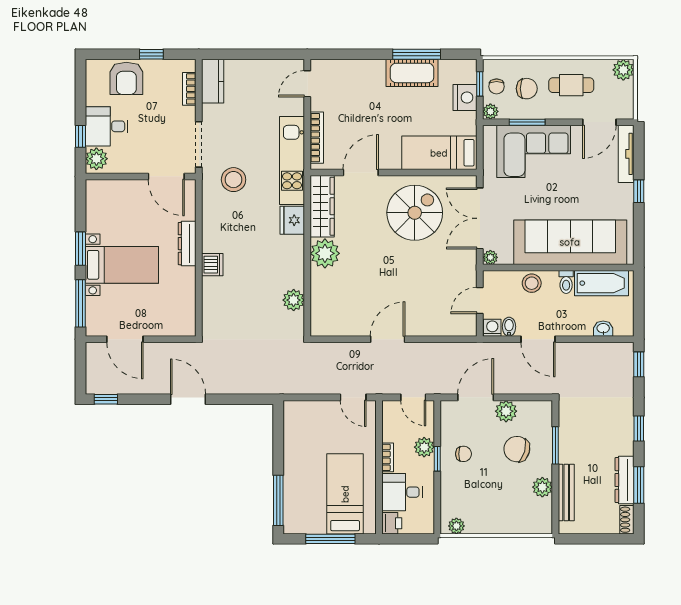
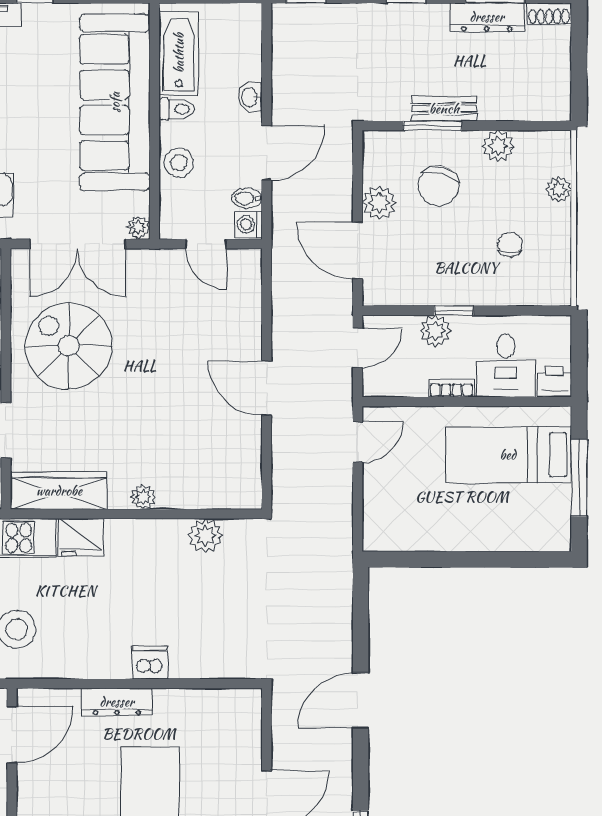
plant: (325, 253) -> (143, 497), width x0.53, depth x0.53
washbasin: (603, 329) -> (250, 97), moved
chair: (464, 454) -> (510, 245), moved
bench: (566, 493) -> (444, 109), moved, width x0.73
window: (278, 500) -> (519, 559), removed
plant: (456, 526) -> (559, 189), moved

